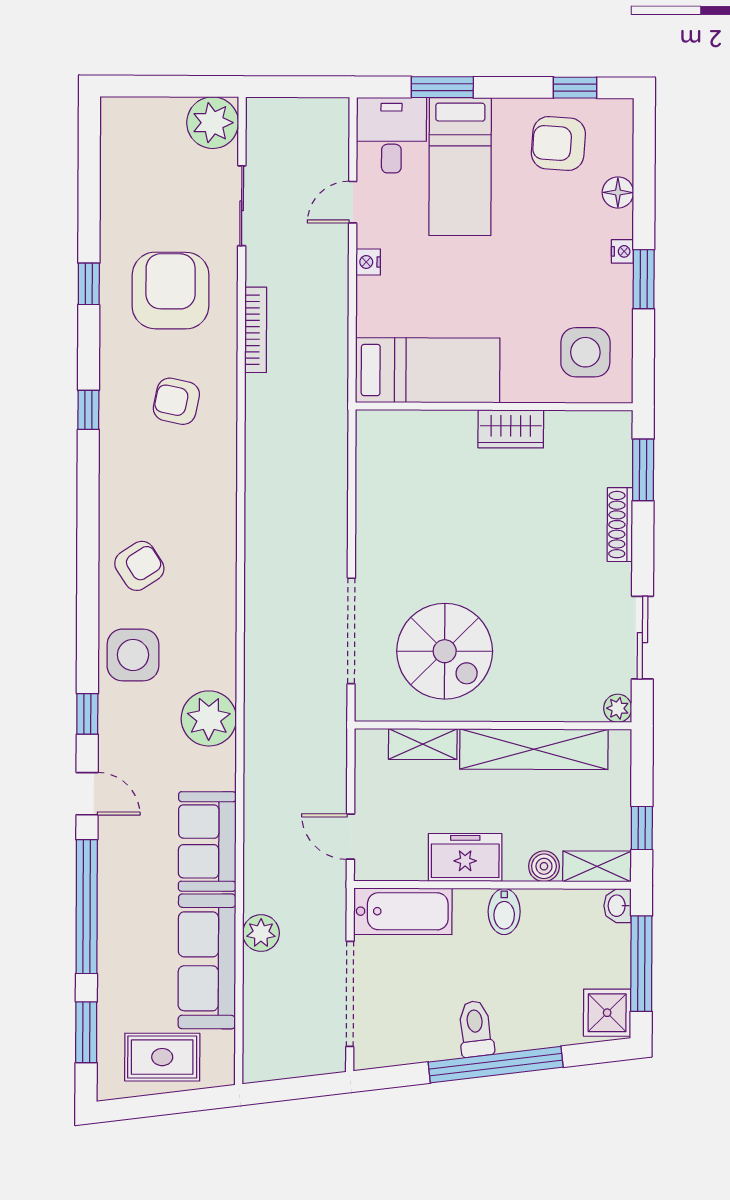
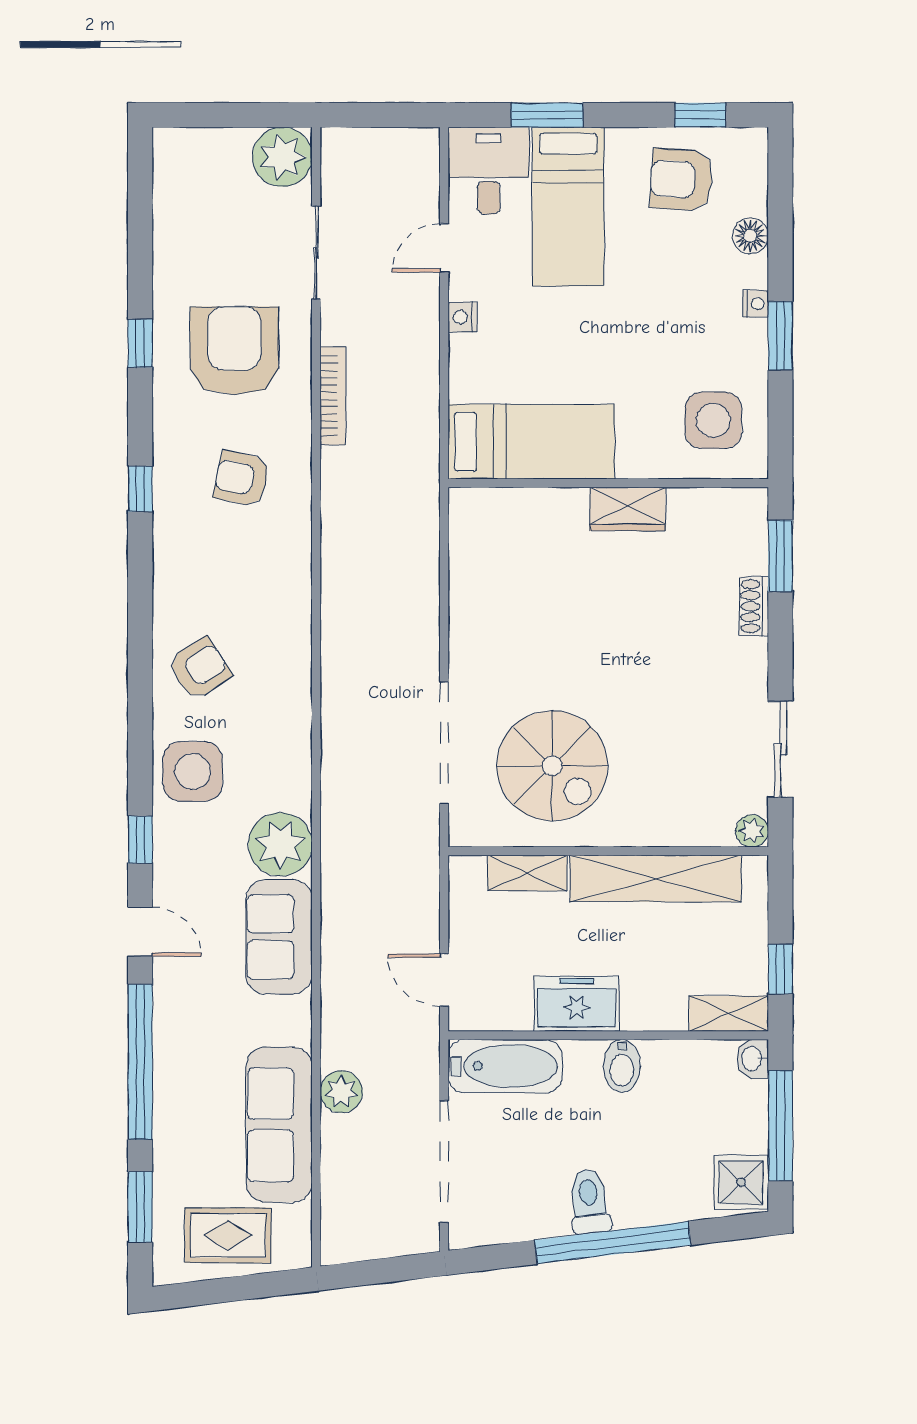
shoe rack: (620, 525) -> (754, 606), width x0.70
sofa: (207, 841) -> (279, 937), moved
boiler: (544, 866) -> (668, 1014), removed

